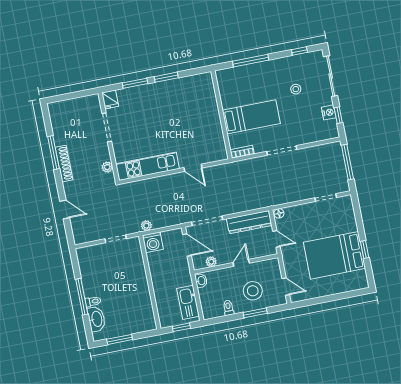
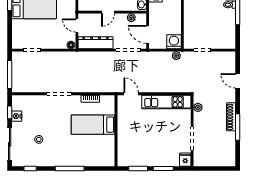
wall: (221, 115) -> (116, 131), moved
bed: (251, 117) -> (93, 125), moved

